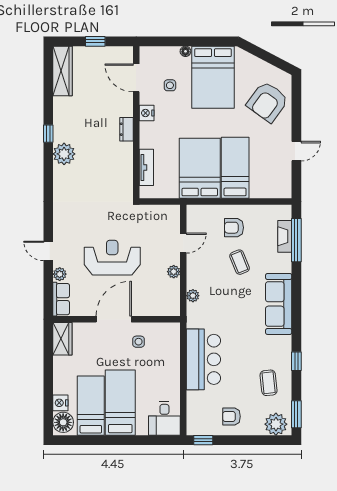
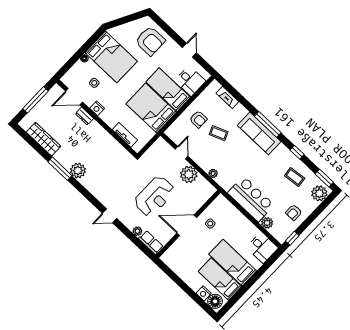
window: (95, 41) -> (35, 100), width x2.17
wardrobe: (63, 71) -> (44, 139), moved
armchair: (268, 102) -> (150, 41), turned -36
dresser: (126, 129) -> (85, 116), moved
window: (48, 134) -> (60, 169), width x2.17
desk: (265, 182) -> (190, 81), added
armchair: (234, 228) -> (198, 119), turned -90
window: (296, 240) -> (268, 124), moved
door: (48, 251) -> (110, 216), moved
reception desk: (112, 258) -> (154, 196), turned 180
plant: (174, 272) -> (189, 174), width x1.87, depth x1.87
door: (114, 319) -> (187, 225), hinge flipped
wardrobe: (62, 339) -> (172, 261), removed
plant: (195, 399) -> (267, 223), added

